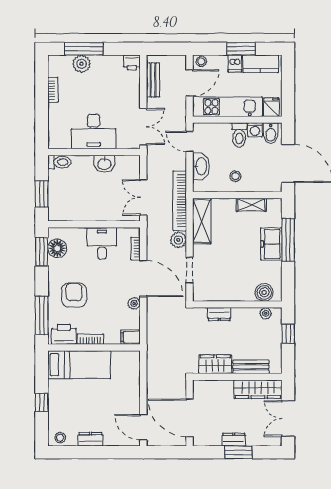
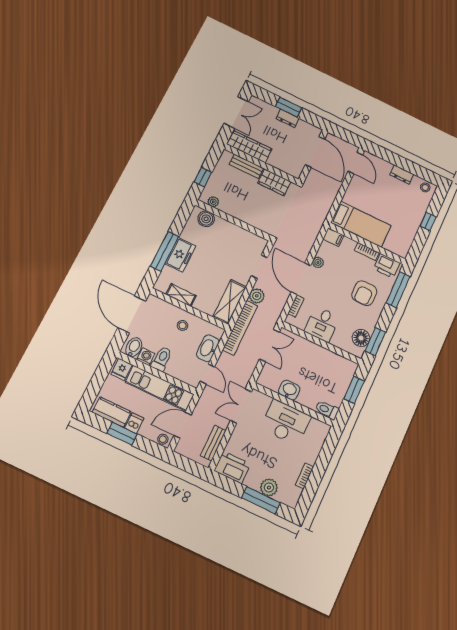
printer: (132, 63) -> (232, 467), width x1.87, depth x1.48
dresser: (219, 314) -> (252, 220), removed
bed: (79, 365) -> (361, 224), moved, turned 180

